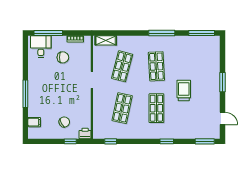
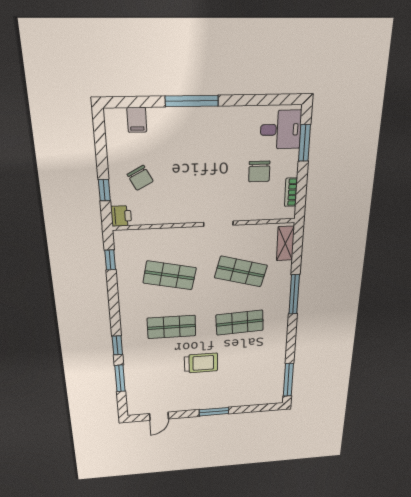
window: (48, 33) -> (304, 143), width x0.69
window: (162, 33) -> (294, 294), moved
window: (205, 141) -> (120, 378), moved

